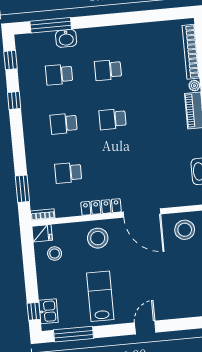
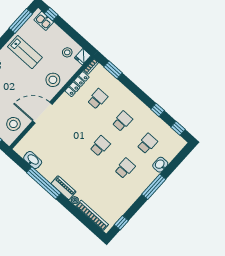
window: (166, 14) -> (121, 223), added
window: (51, 25) -> (154, 187), moved
locker: (101, 207) -> (77, 84), moved

